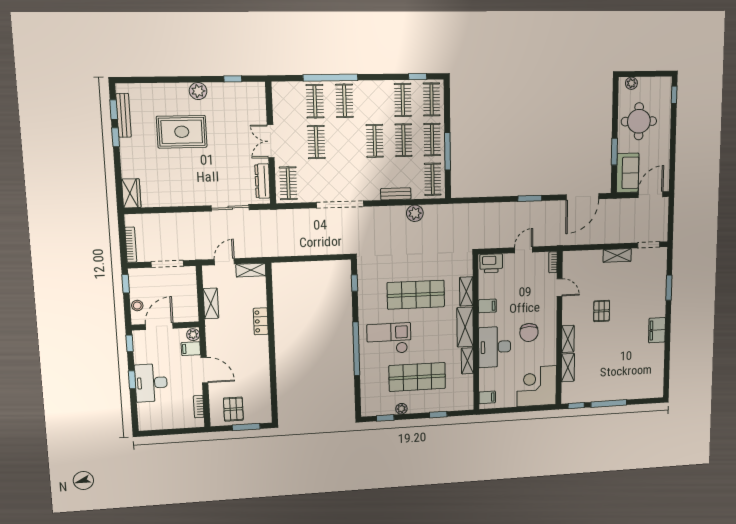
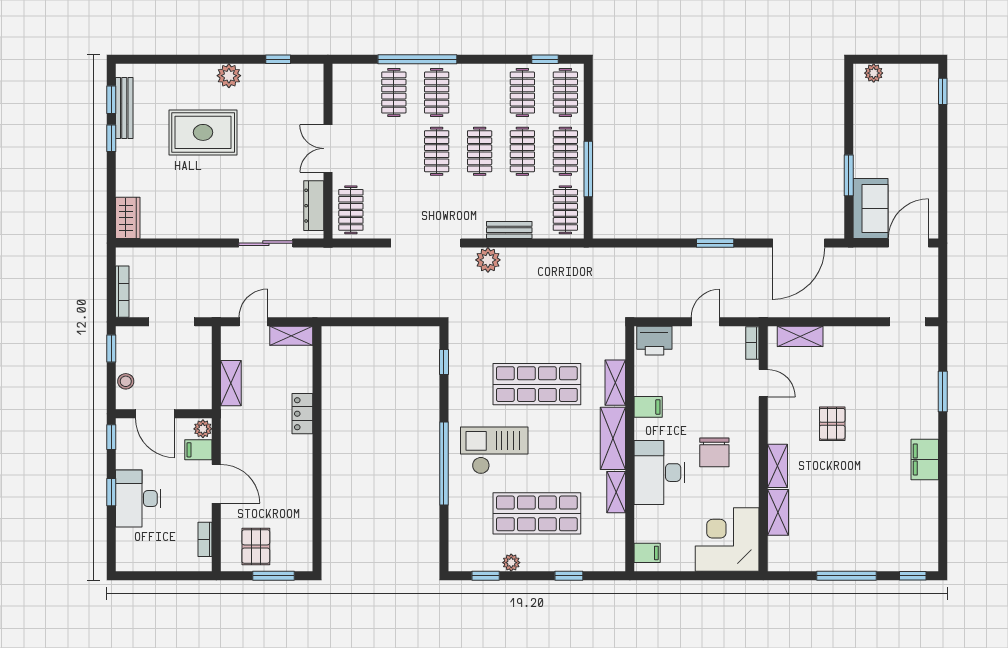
round table: (639, 121) -> (887, 130), removed
clothes rail: (316, 142) -> (437, 151), moved
plant: (415, 213) -> (488, 260), moved
shelving: (617, 255) -> (800, 336), moved
door: (159, 326) -> (155, 414), swing flipped
window: (576, 406) -> (913, 576), moved

